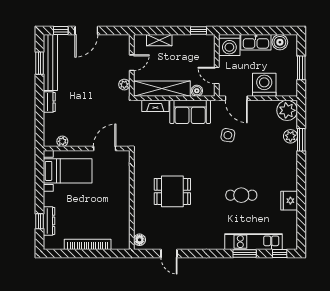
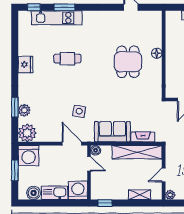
plant: (124, 85) -> (170, 195), moved
washing machine: (264, 85) -> (29, 156), moved
boiler: (197, 91) -> (96, 150), moved
dining table: (172, 191) -> (128, 62), turned 90
fridge: (289, 201) -> (25, 64), moved
floor lamp: (140, 240) -> (157, 53), moved

